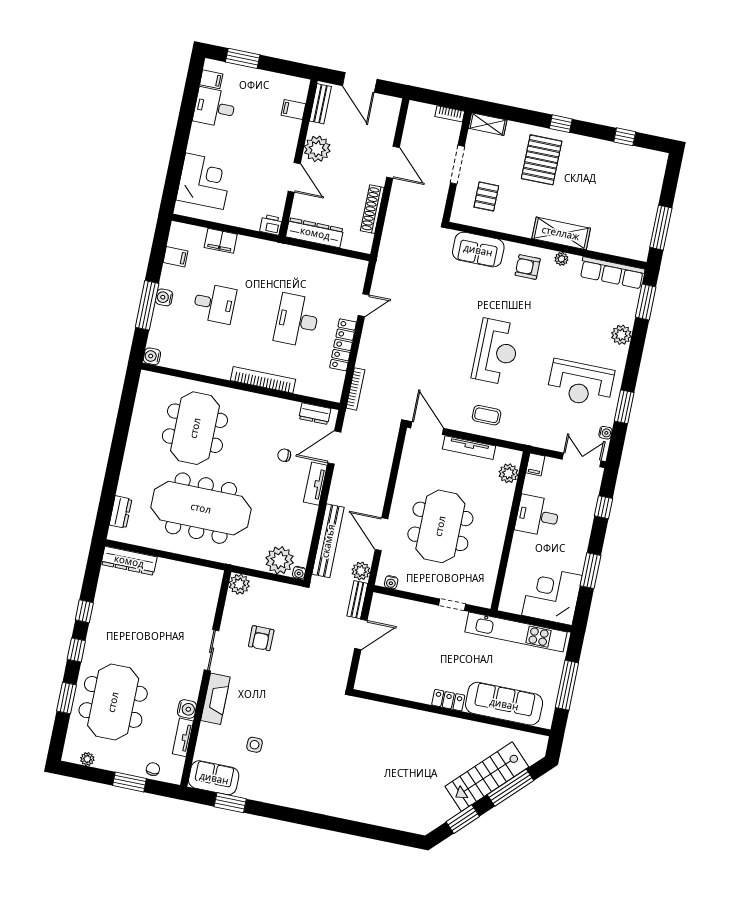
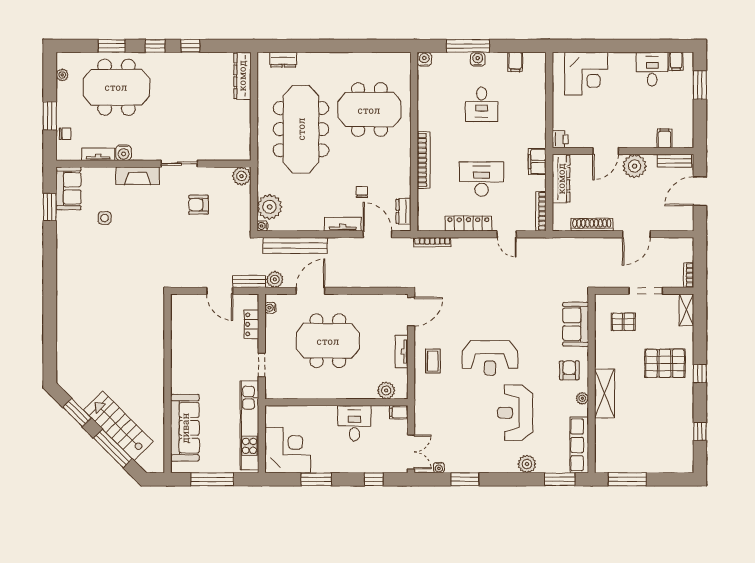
filing cabinet: (221, 241) -> (537, 162), moved
bookcase: (346, 262) -> (541, 211), added
reception desk: (581, 383) -> (515, 413), moved
tv unit: (469, 448) -> (402, 352), width x0.71
locker: (448, 700) -> (251, 324), moved, turned 180

